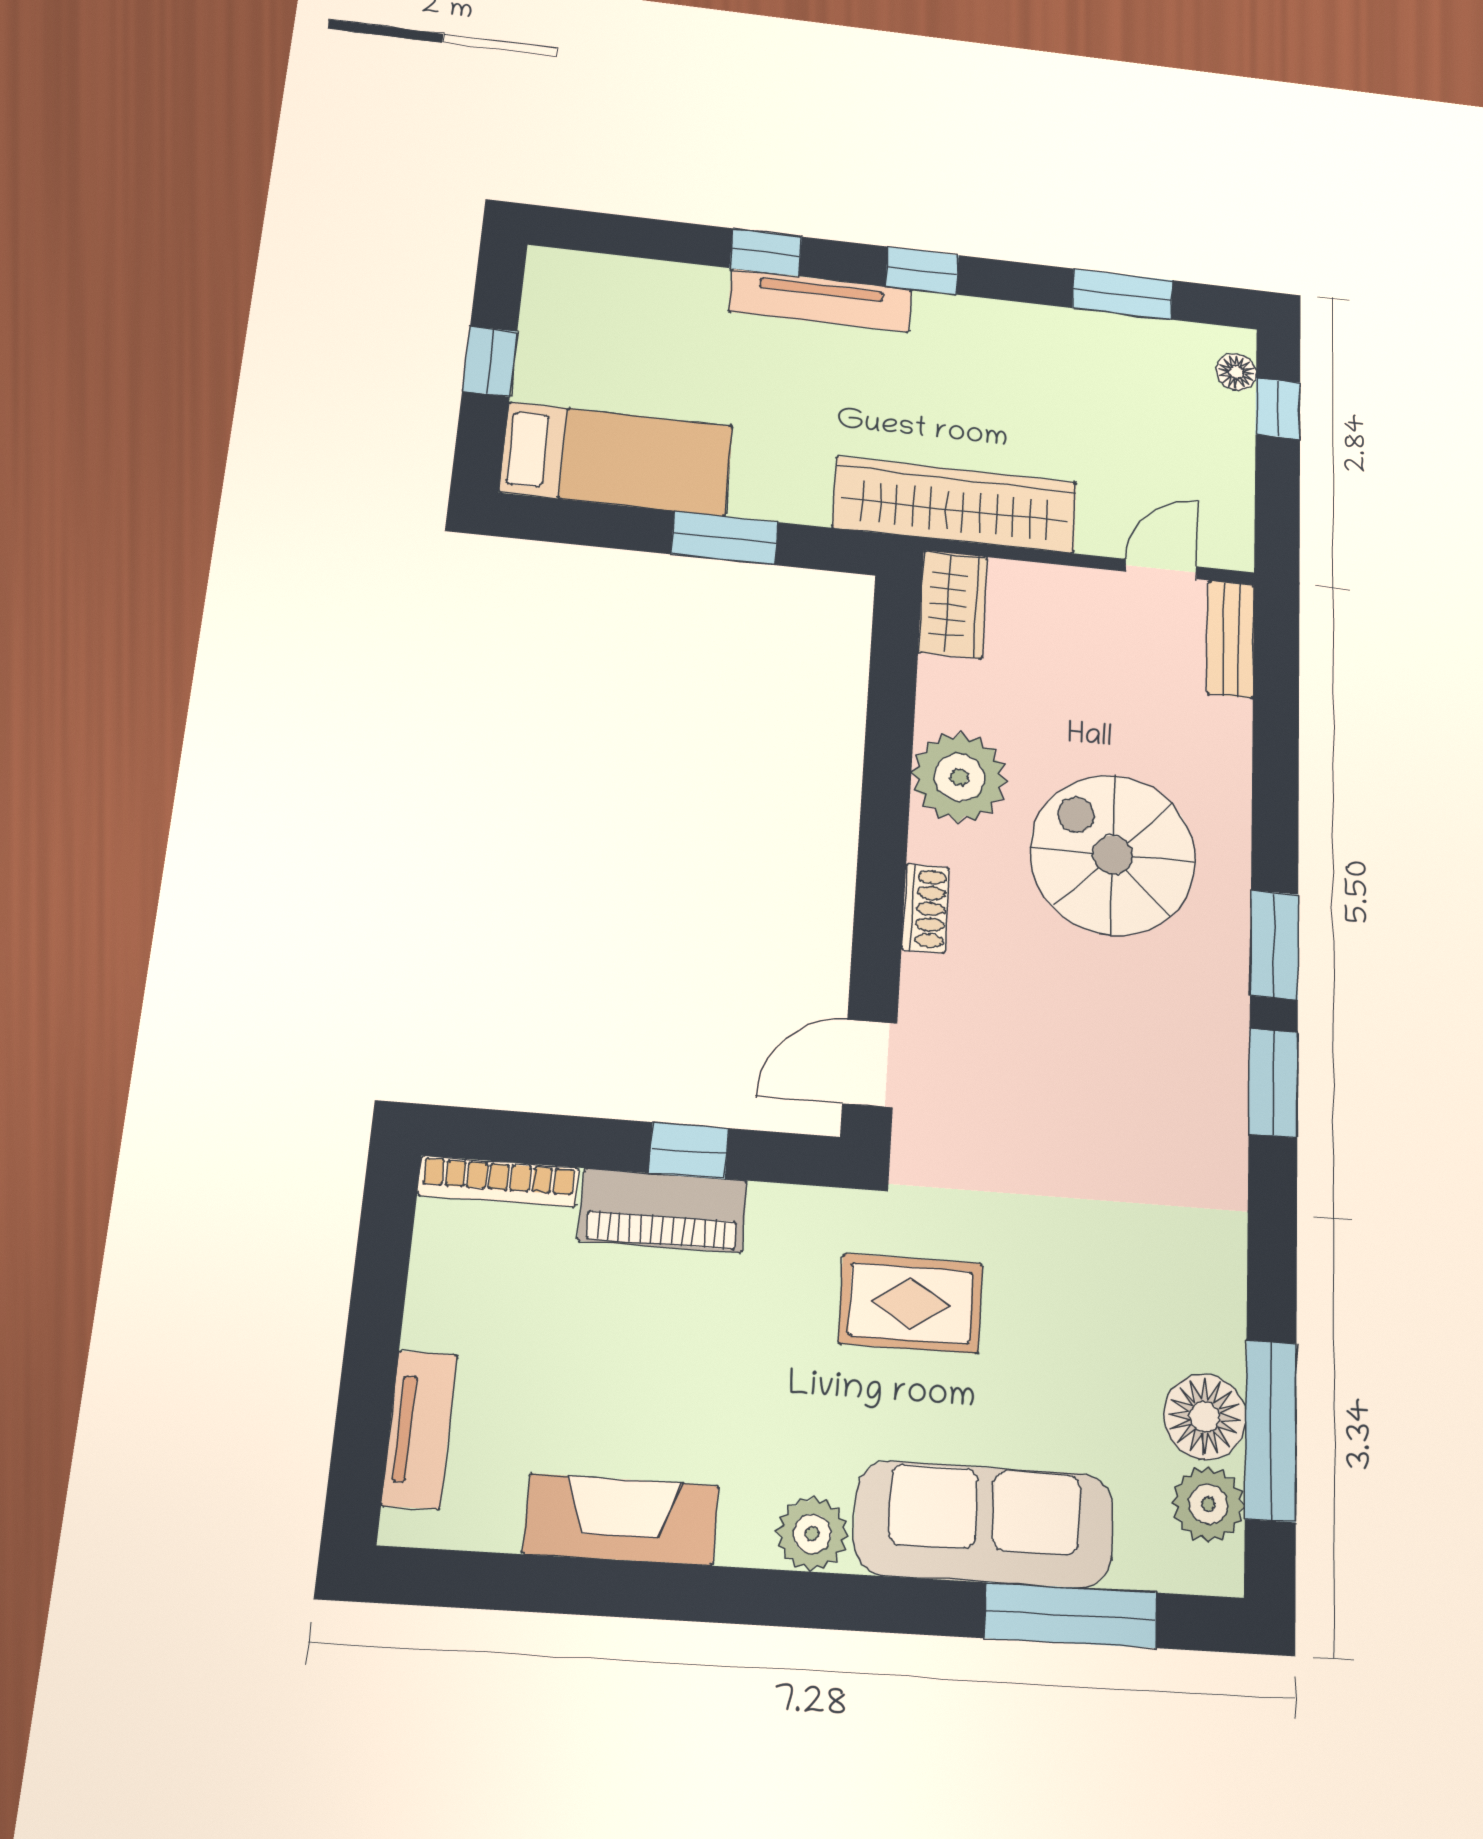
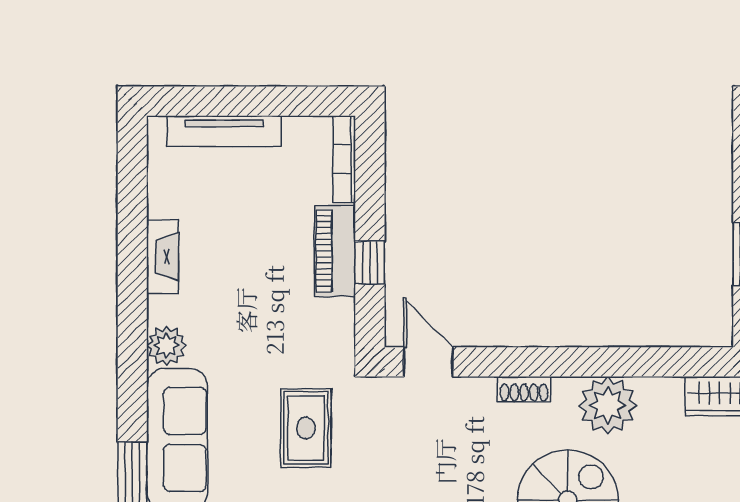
rug: (911, 1303) -> (306, 428), moved
tv unit: (419, 1430) -> (224, 131), width x1.41
fireplace: (621, 1520) -> (163, 256), width x0.73, depth x0.76

